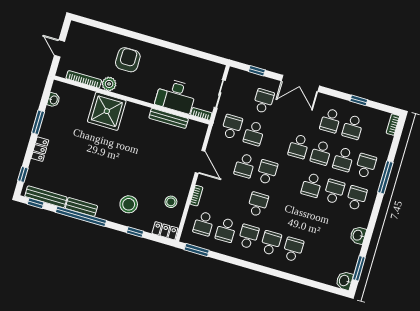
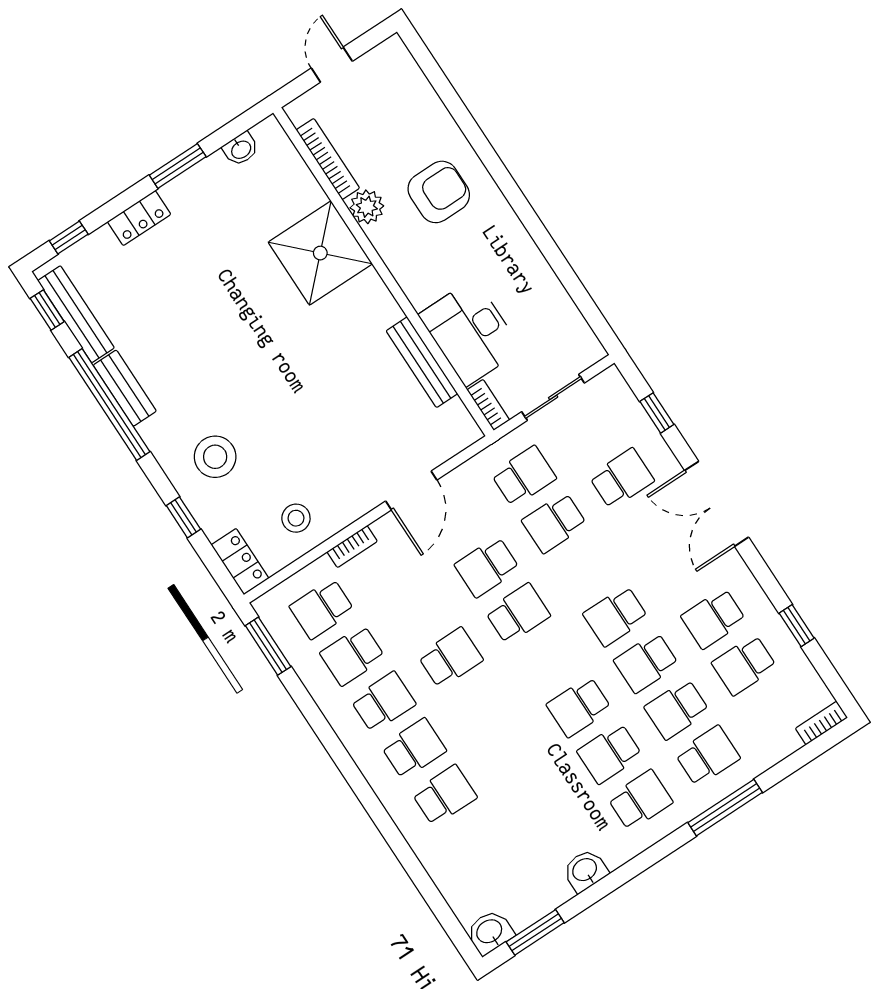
school desk: (334, 192) -> (610, 753), turned 180

